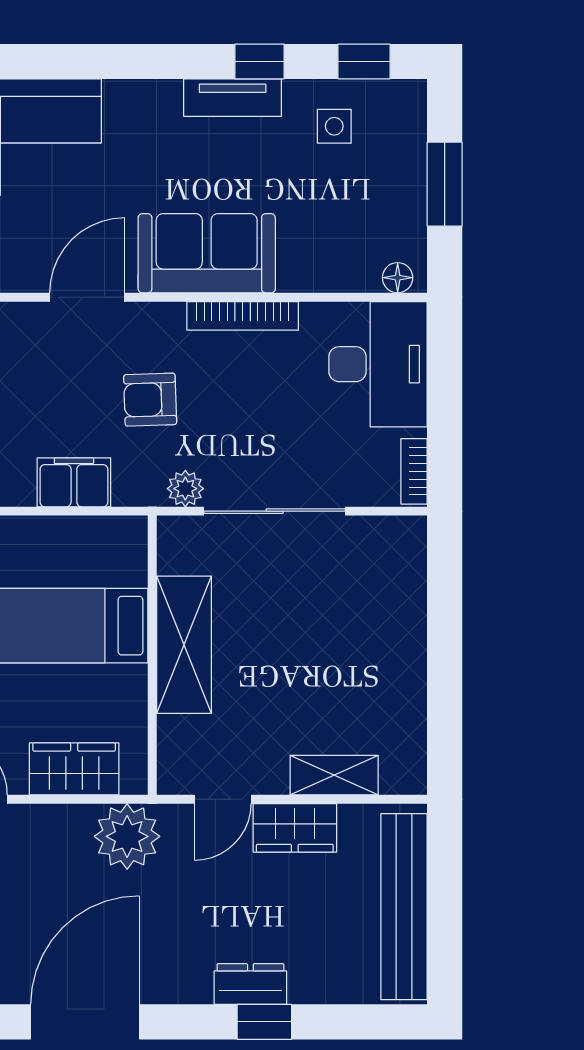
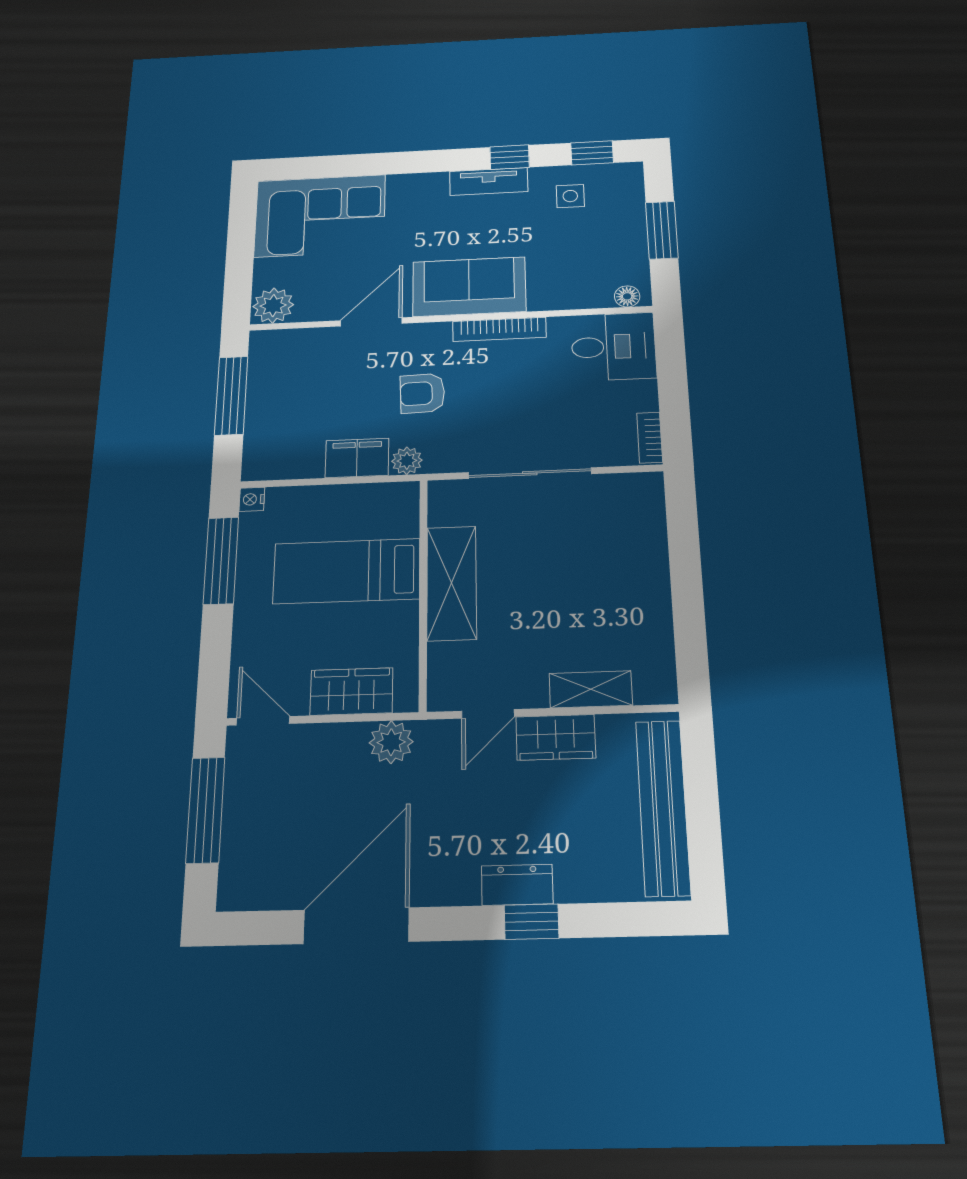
desk: (378, 364) -> (613, 347), width x0.73
plant: (185, 489) -> (407, 461), moved
plant: (127, 836) -> (391, 742), width x0.73, depth x0.73

